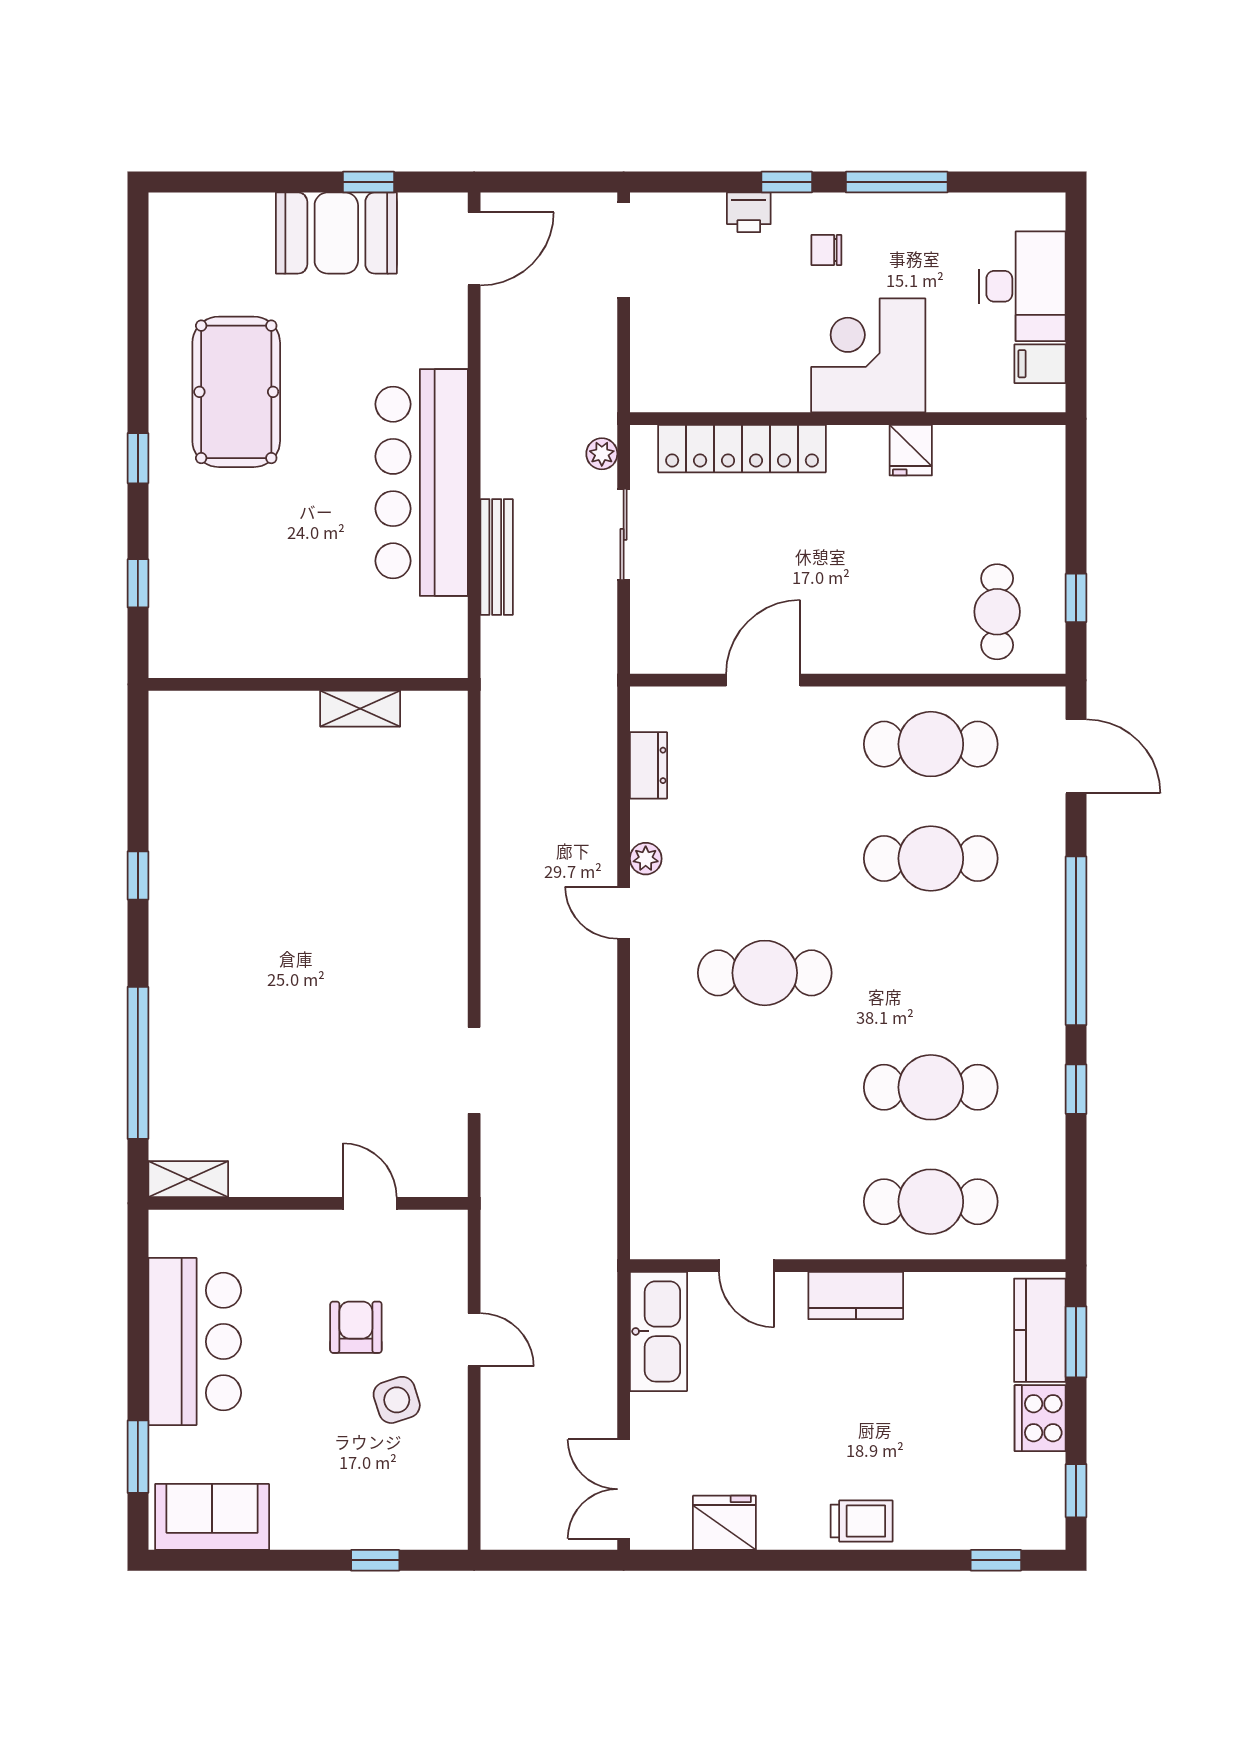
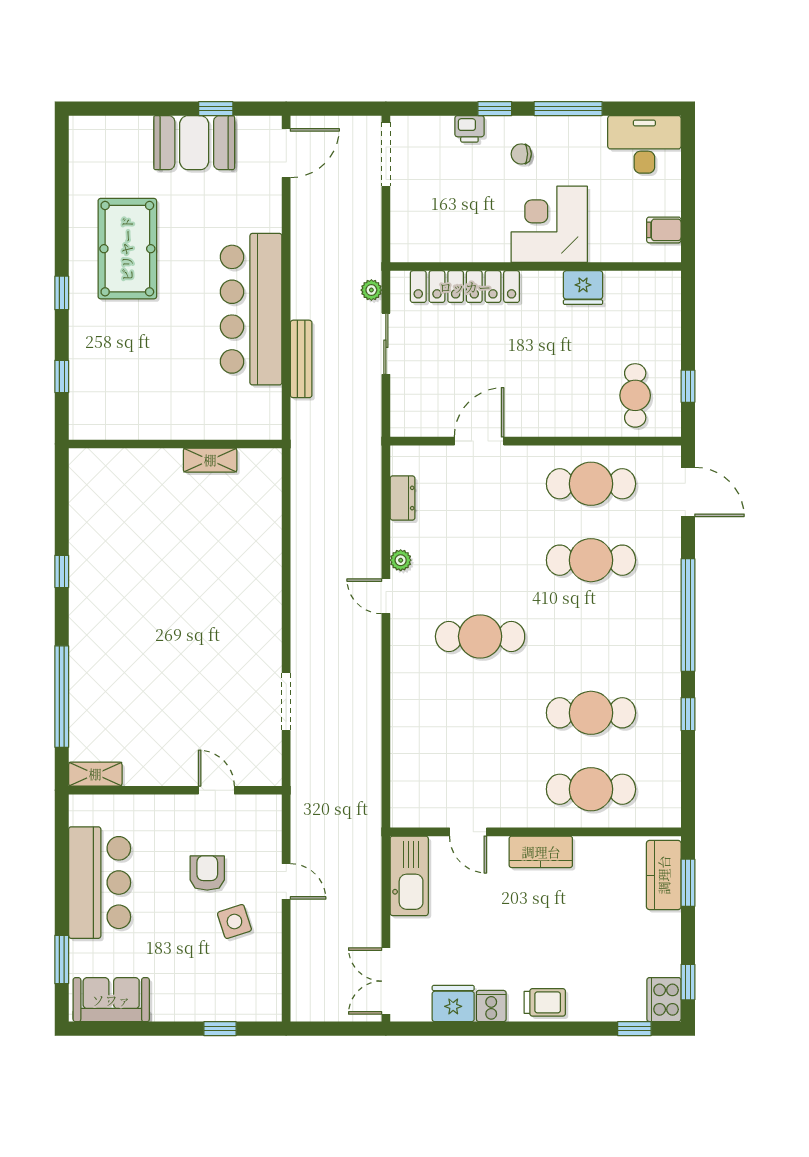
desk: (1023, 286) -> (644, 144), moved, turned -90
fridge: (911, 450) -> (583, 288), width x1.38
cooker: (1040, 1418) -> (664, 1000), moved
cooker: (781, 1527) -> (491, 1006), added

